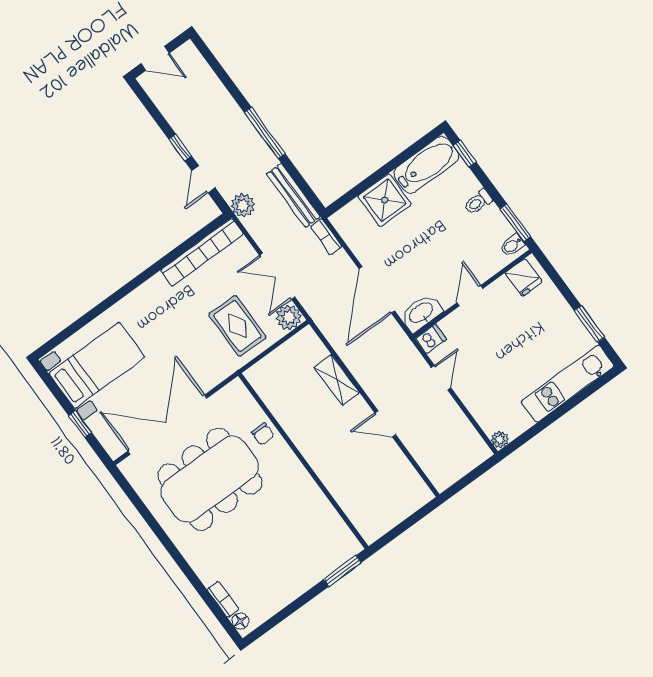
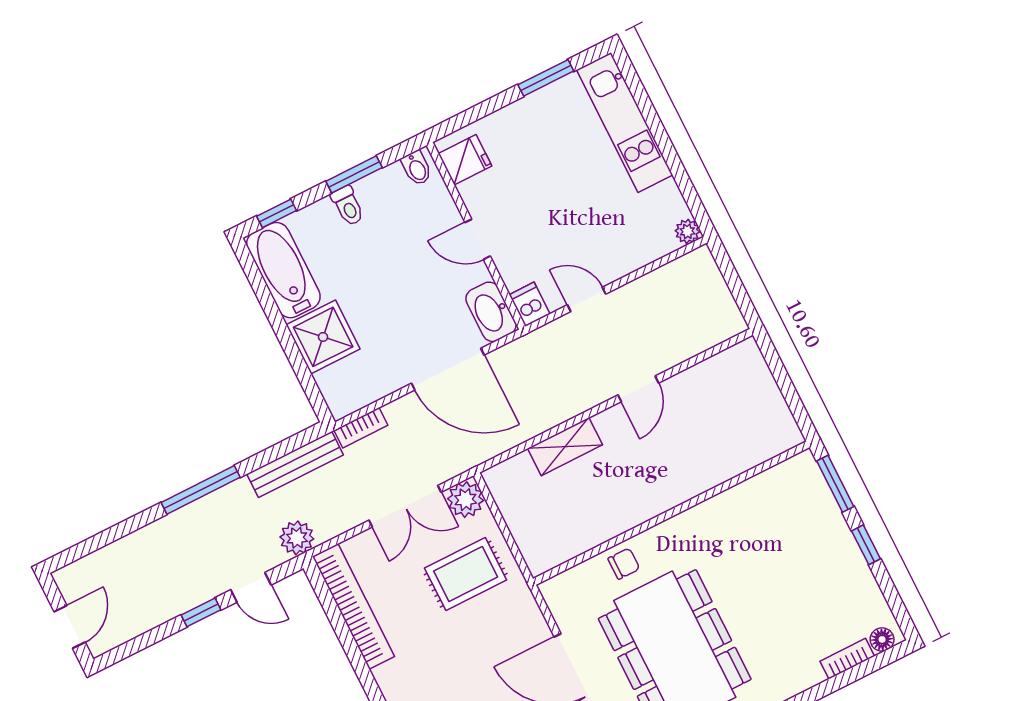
window: (515, 223) -> (354, 174), moved
window: (304, 599) -> (866, 545), added

